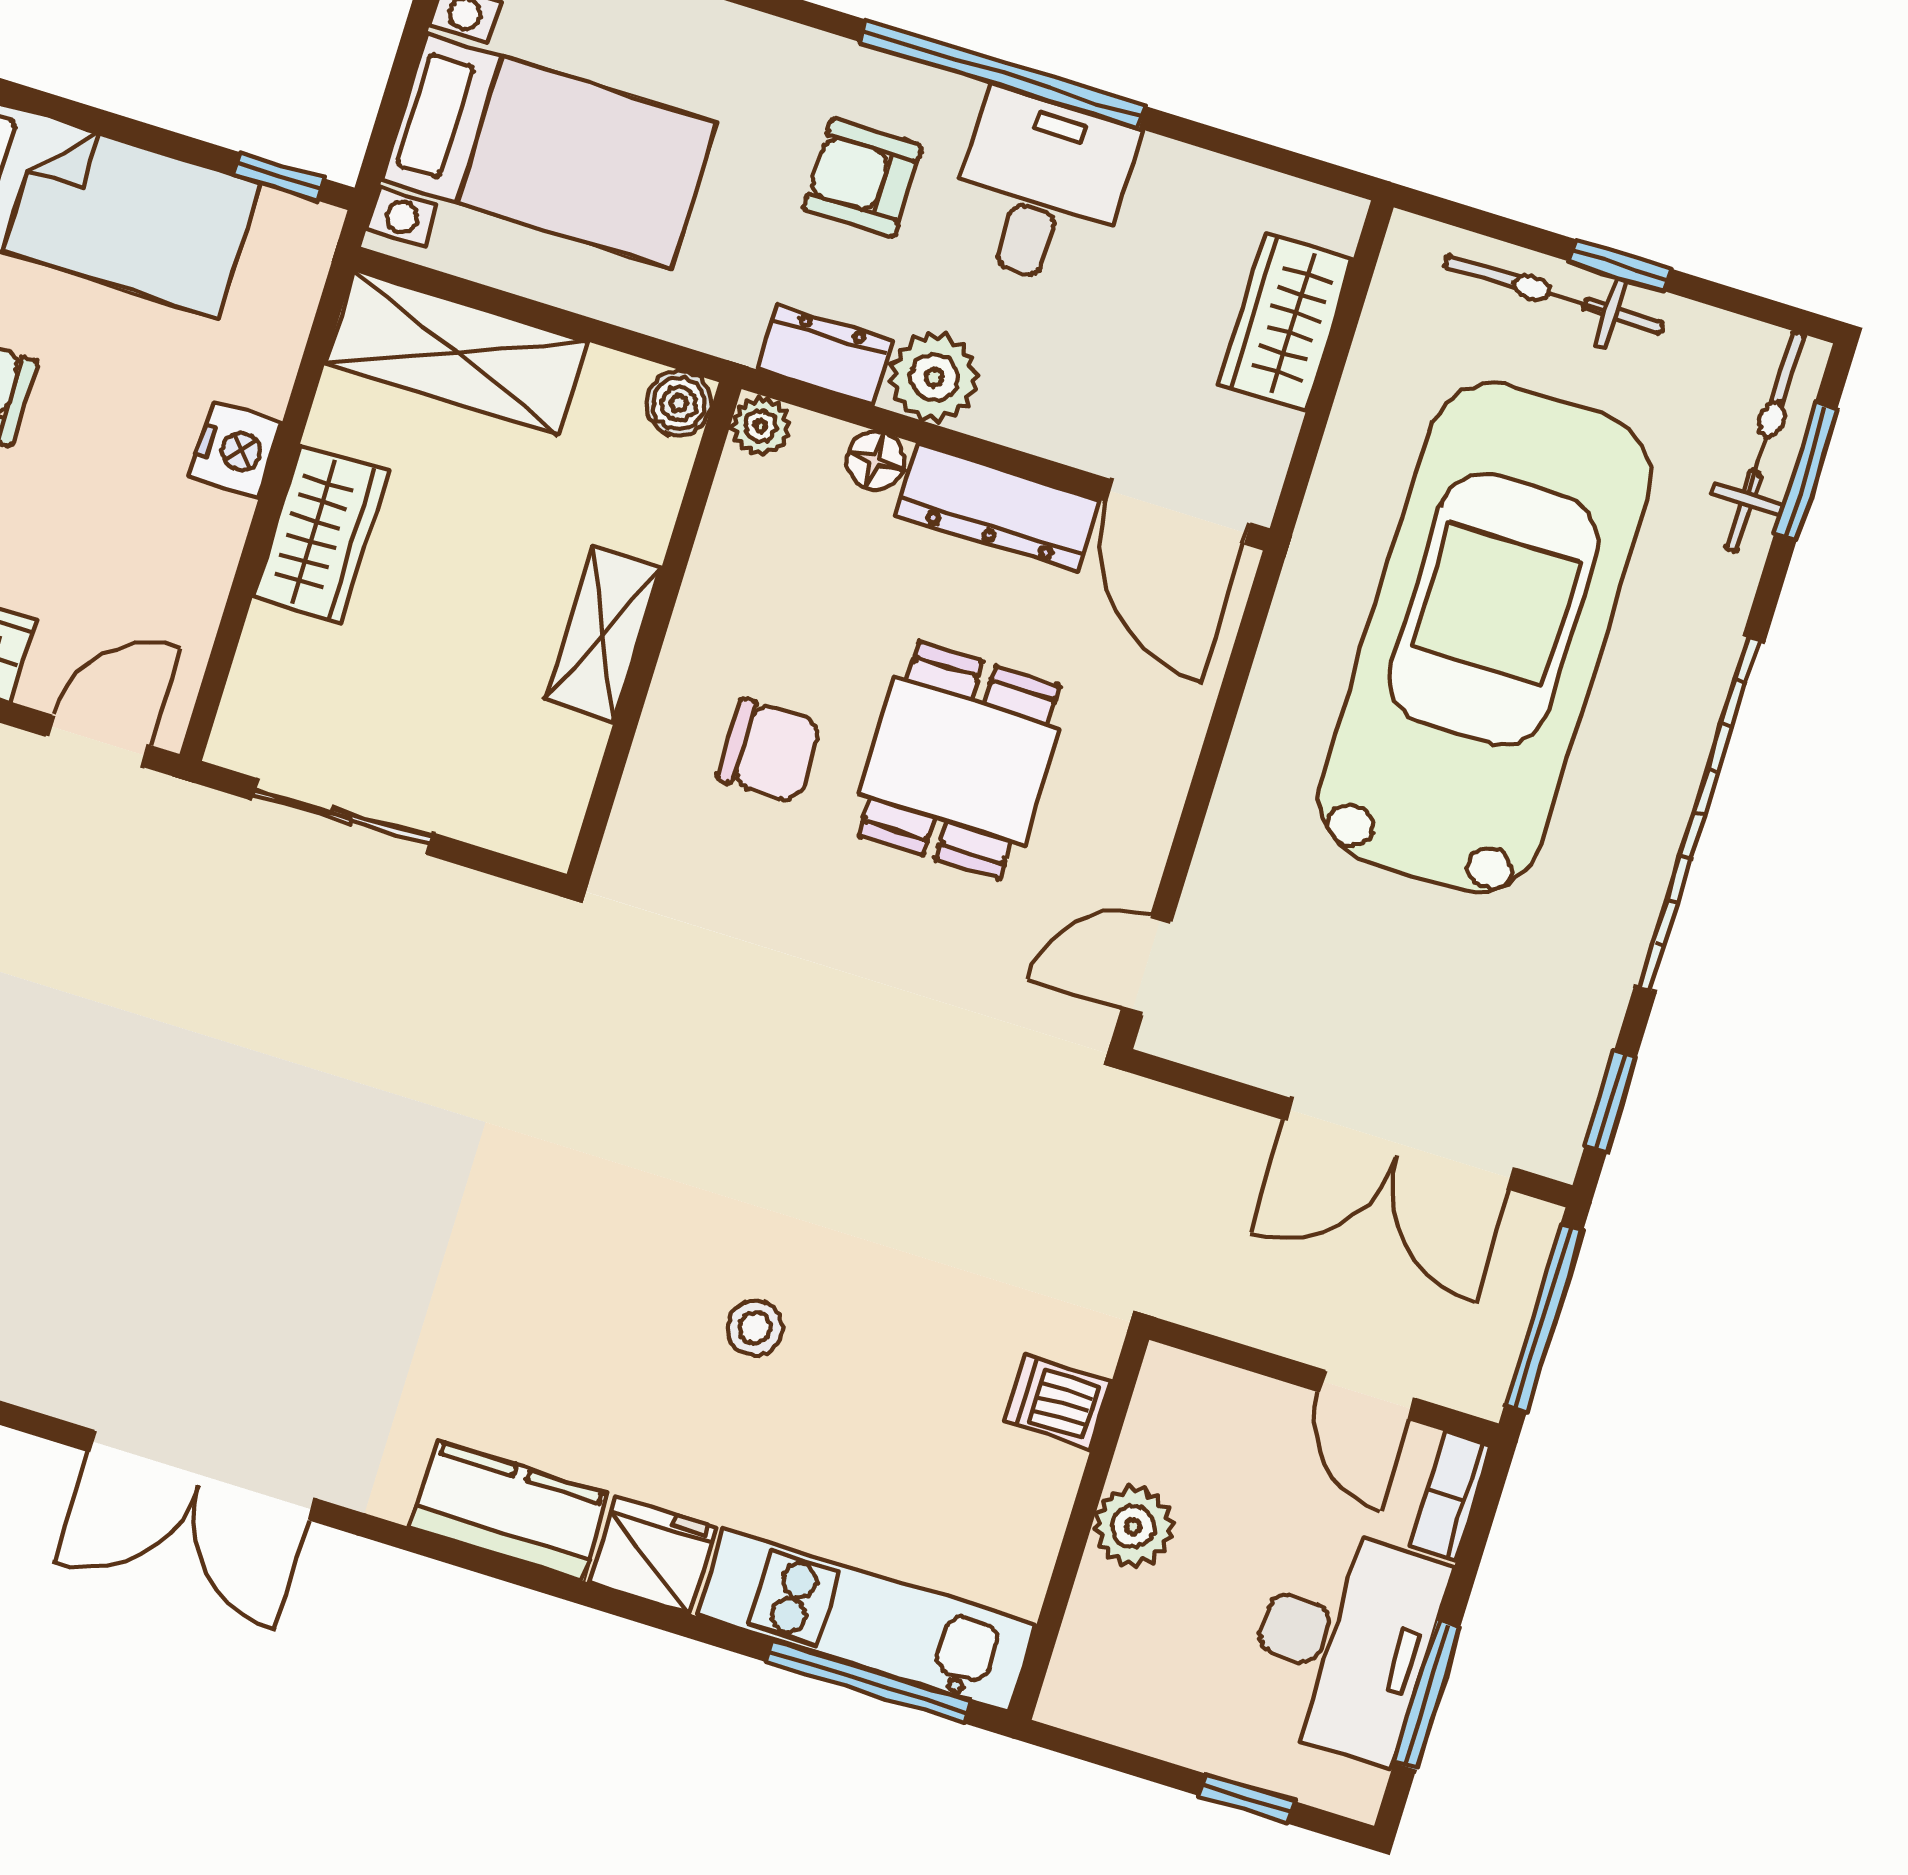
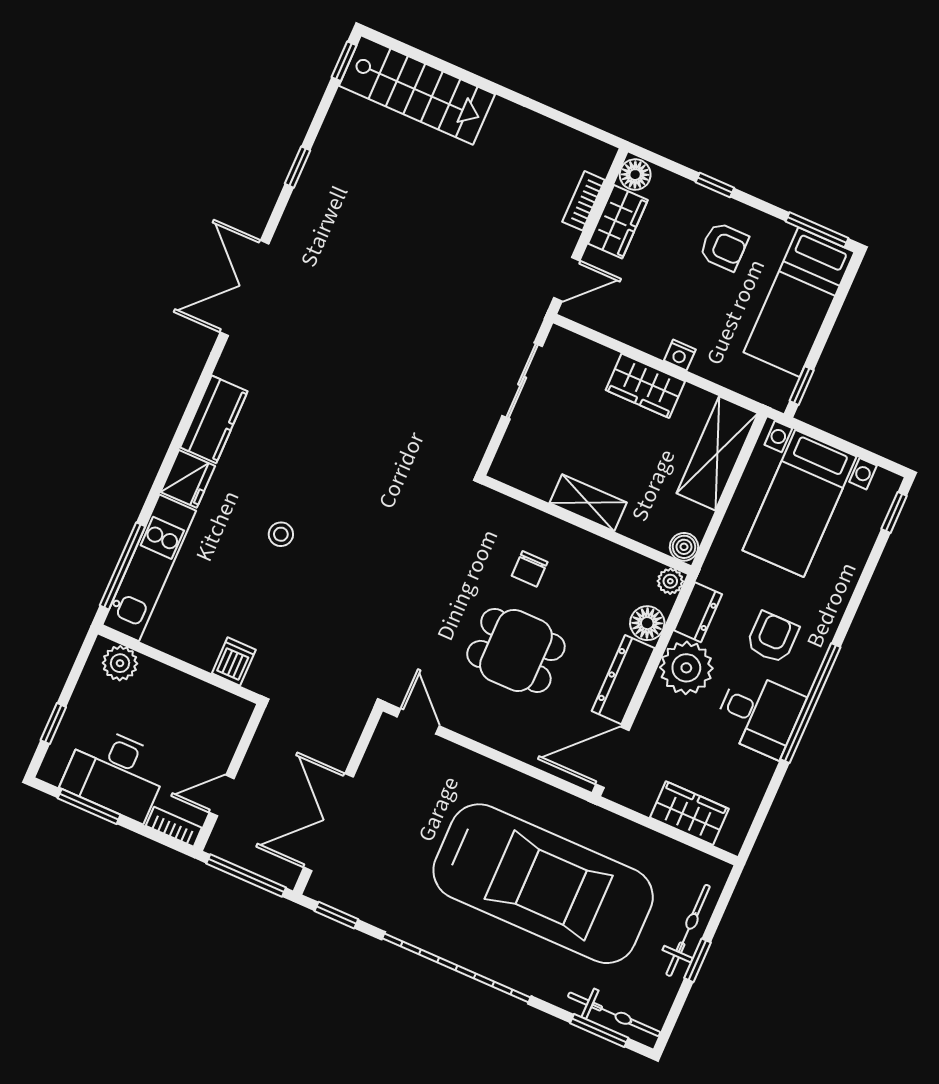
plant: (934, 377) -> (686, 668), width x1.36, depth x1.36
nightstand: (236, 450) -> (680, 355), width x0.72, depth x0.74
floor lamp: (876, 461) -> (647, 623), width x1.37, depth x1.37
door: (98, 741) -> (567, 279), hinge flipped
chair: (769, 751) -> (530, 569), width x0.73, depth x0.73
plant: (1133, 1527) -> (120, 663), moved

